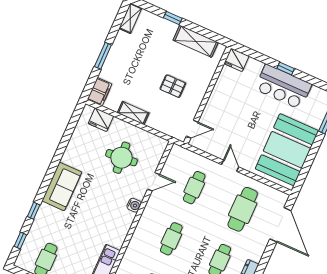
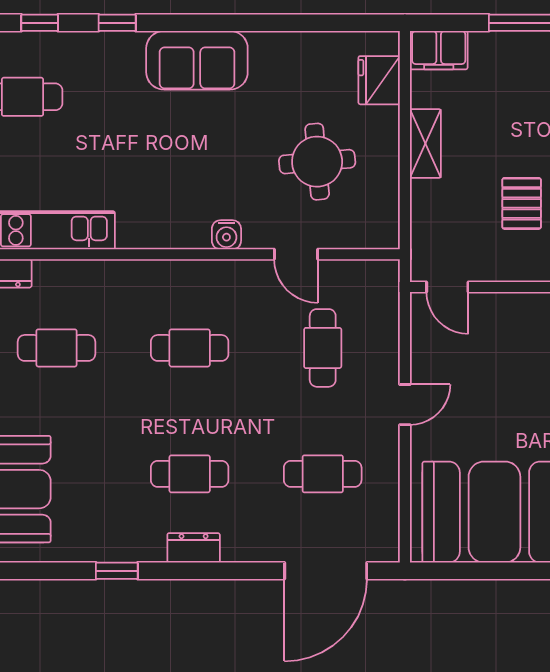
cafe table: (194, 188) -> (323, 348), turned 90
cafe table: (243, 209) -> (323, 474), width x0.73, depth x0.74

